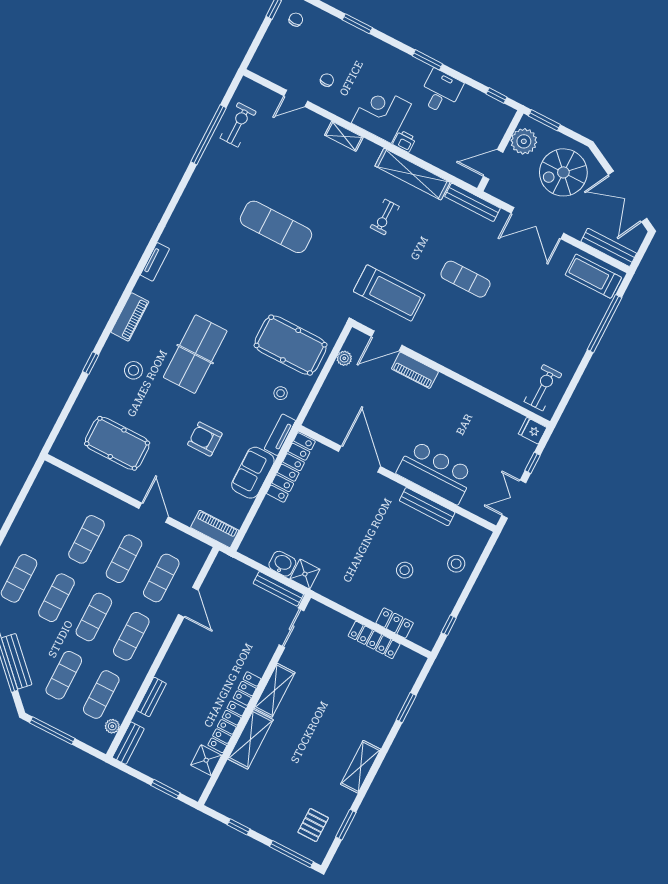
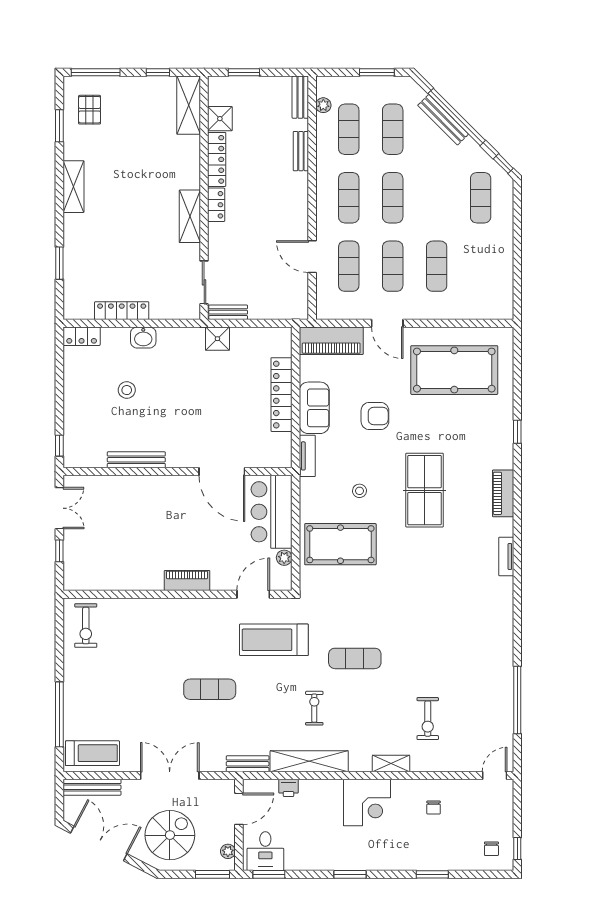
desk: (441, 92) -> (265, 851), moved
window: (497, 96) -> (269, 874), width x1.50
door: (296, 98) -> (495, 776), moved
exercise bike: (238, 125) -> (428, 719), moved
printer: (404, 141) -> (288, 788), moved
plant: (524, 141) -> (228, 851), width x0.53, depth x0.53
bench: (473, 202) -> (248, 764), width x0.73
exercise mat: (276, 227) -> (355, 658), moved, width x0.73, depth x0.69
stool: (133, 370) -> (474, 446), removed
piano: (415, 370) -> (187, 580), moved
stool: (281, 393) -> (359, 491), moved
fridge: (533, 431) -> (75, 581), removed
pool table: (117, 443) -> (454, 370), width x1.36, depth x1.32
locker: (291, 467) -> (281, 395), moved
bar counter: (435, 472) -> (272, 512), moved, turned 90
piano: (215, 529) -> (331, 341), width x1.37, depth x1.33
washbasin: (282, 564) -> (143, 337), moved
stool: (456, 564) -> (82, 421), removed
bench: (278, 589) -> (228, 312), width x0.73
exercise mat: (56, 598) -> (437, 198), removed
locker: (395, 623) -> (82, 336), moved
window: (449, 625) -> (59, 446), moved
window: (52, 731) -> (377, 72), width x0.69
shelving: (251, 739) -> (189, 105), moved

